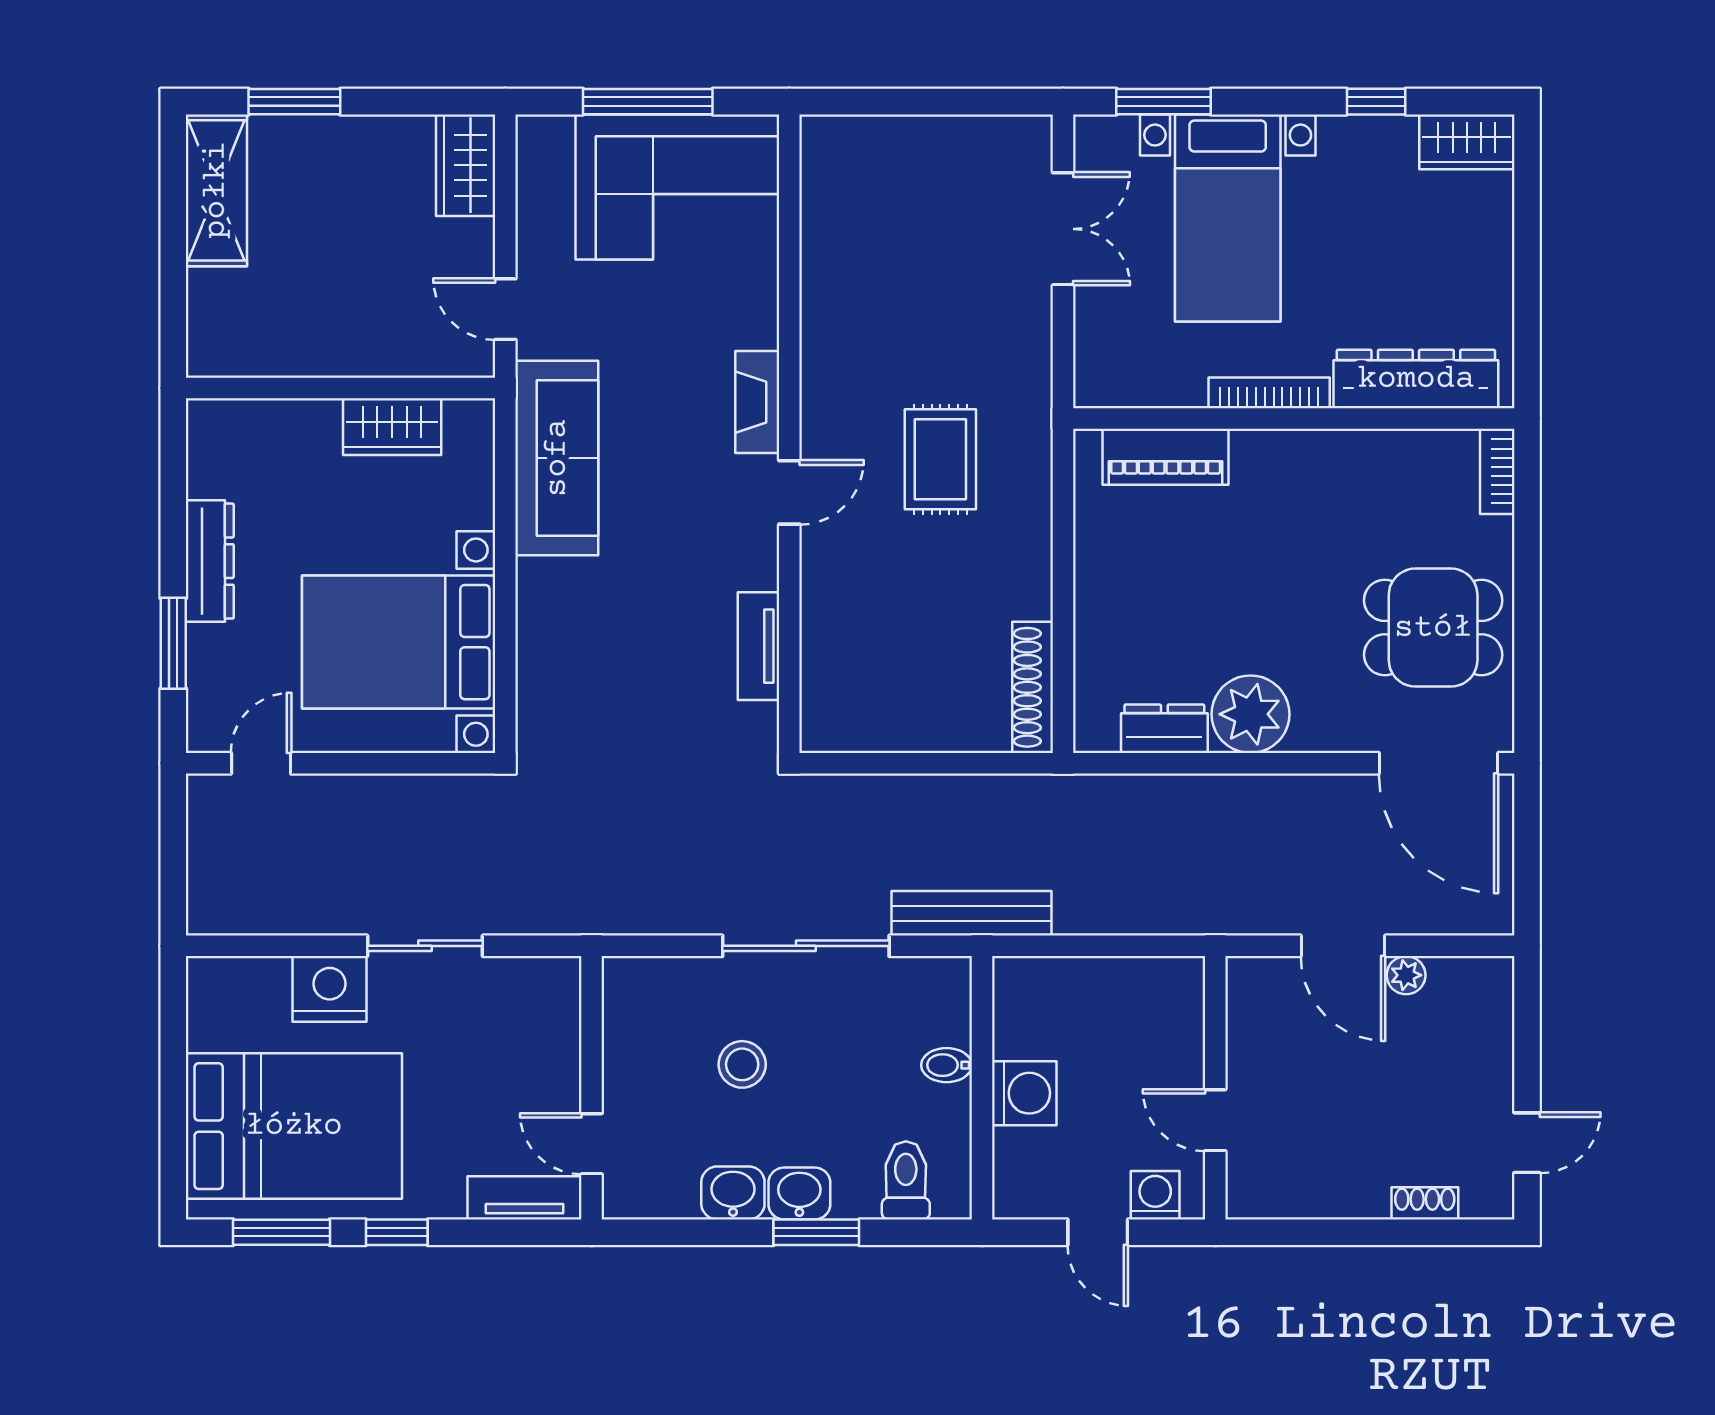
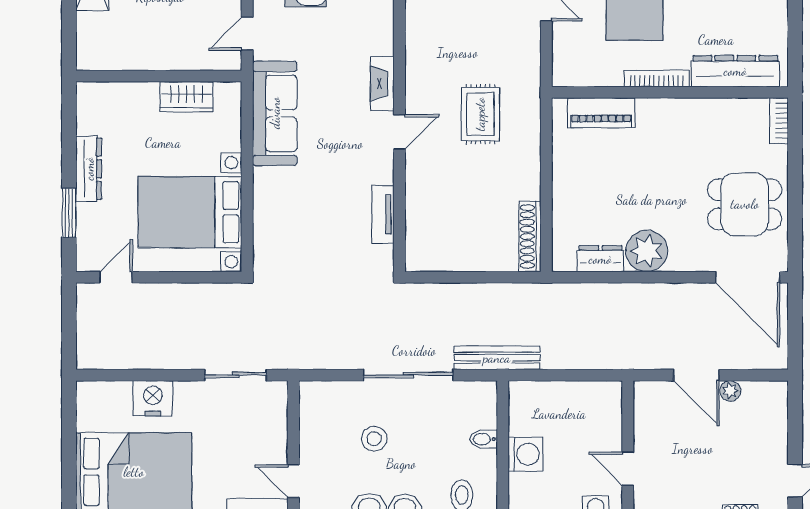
door: (505, 309) -> (247, 34), hinge flipped
sliding door: (425, 946) -> (236, 375), moved

